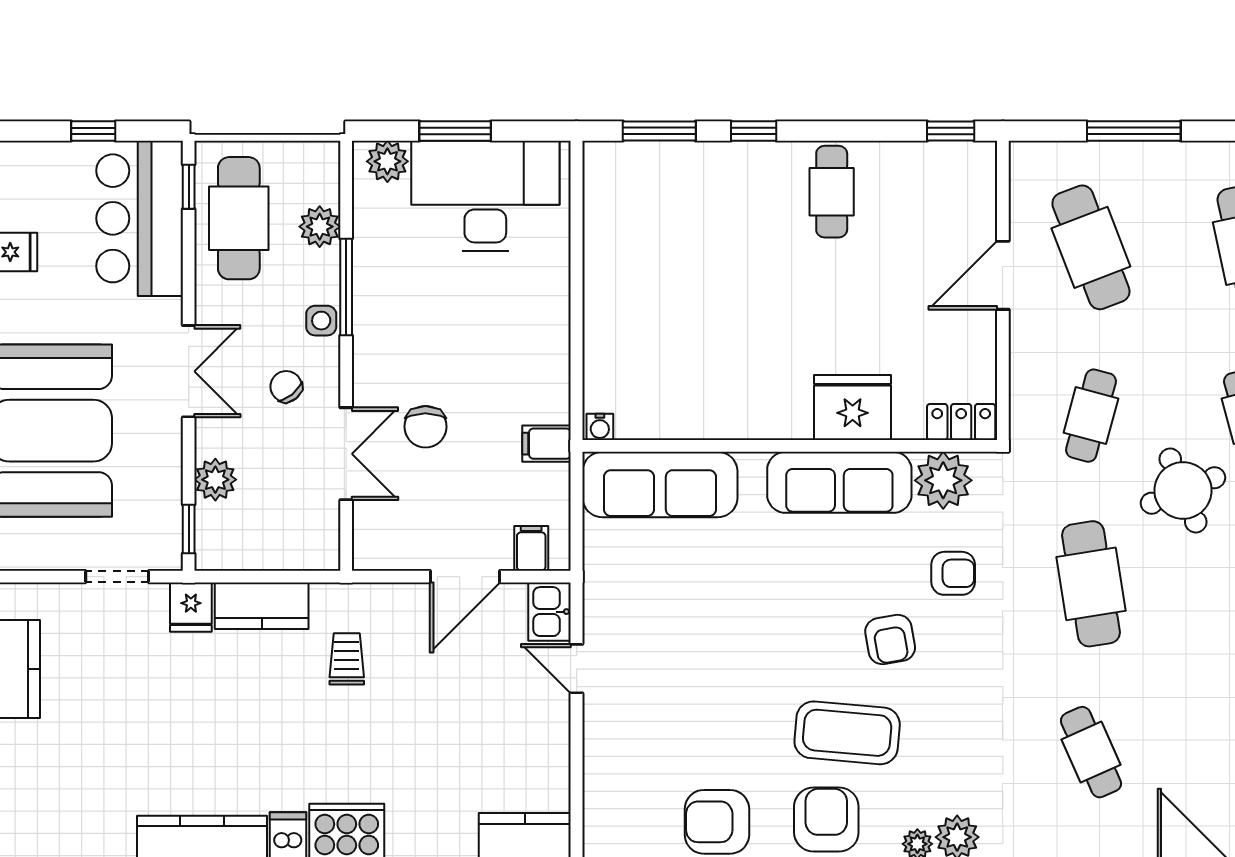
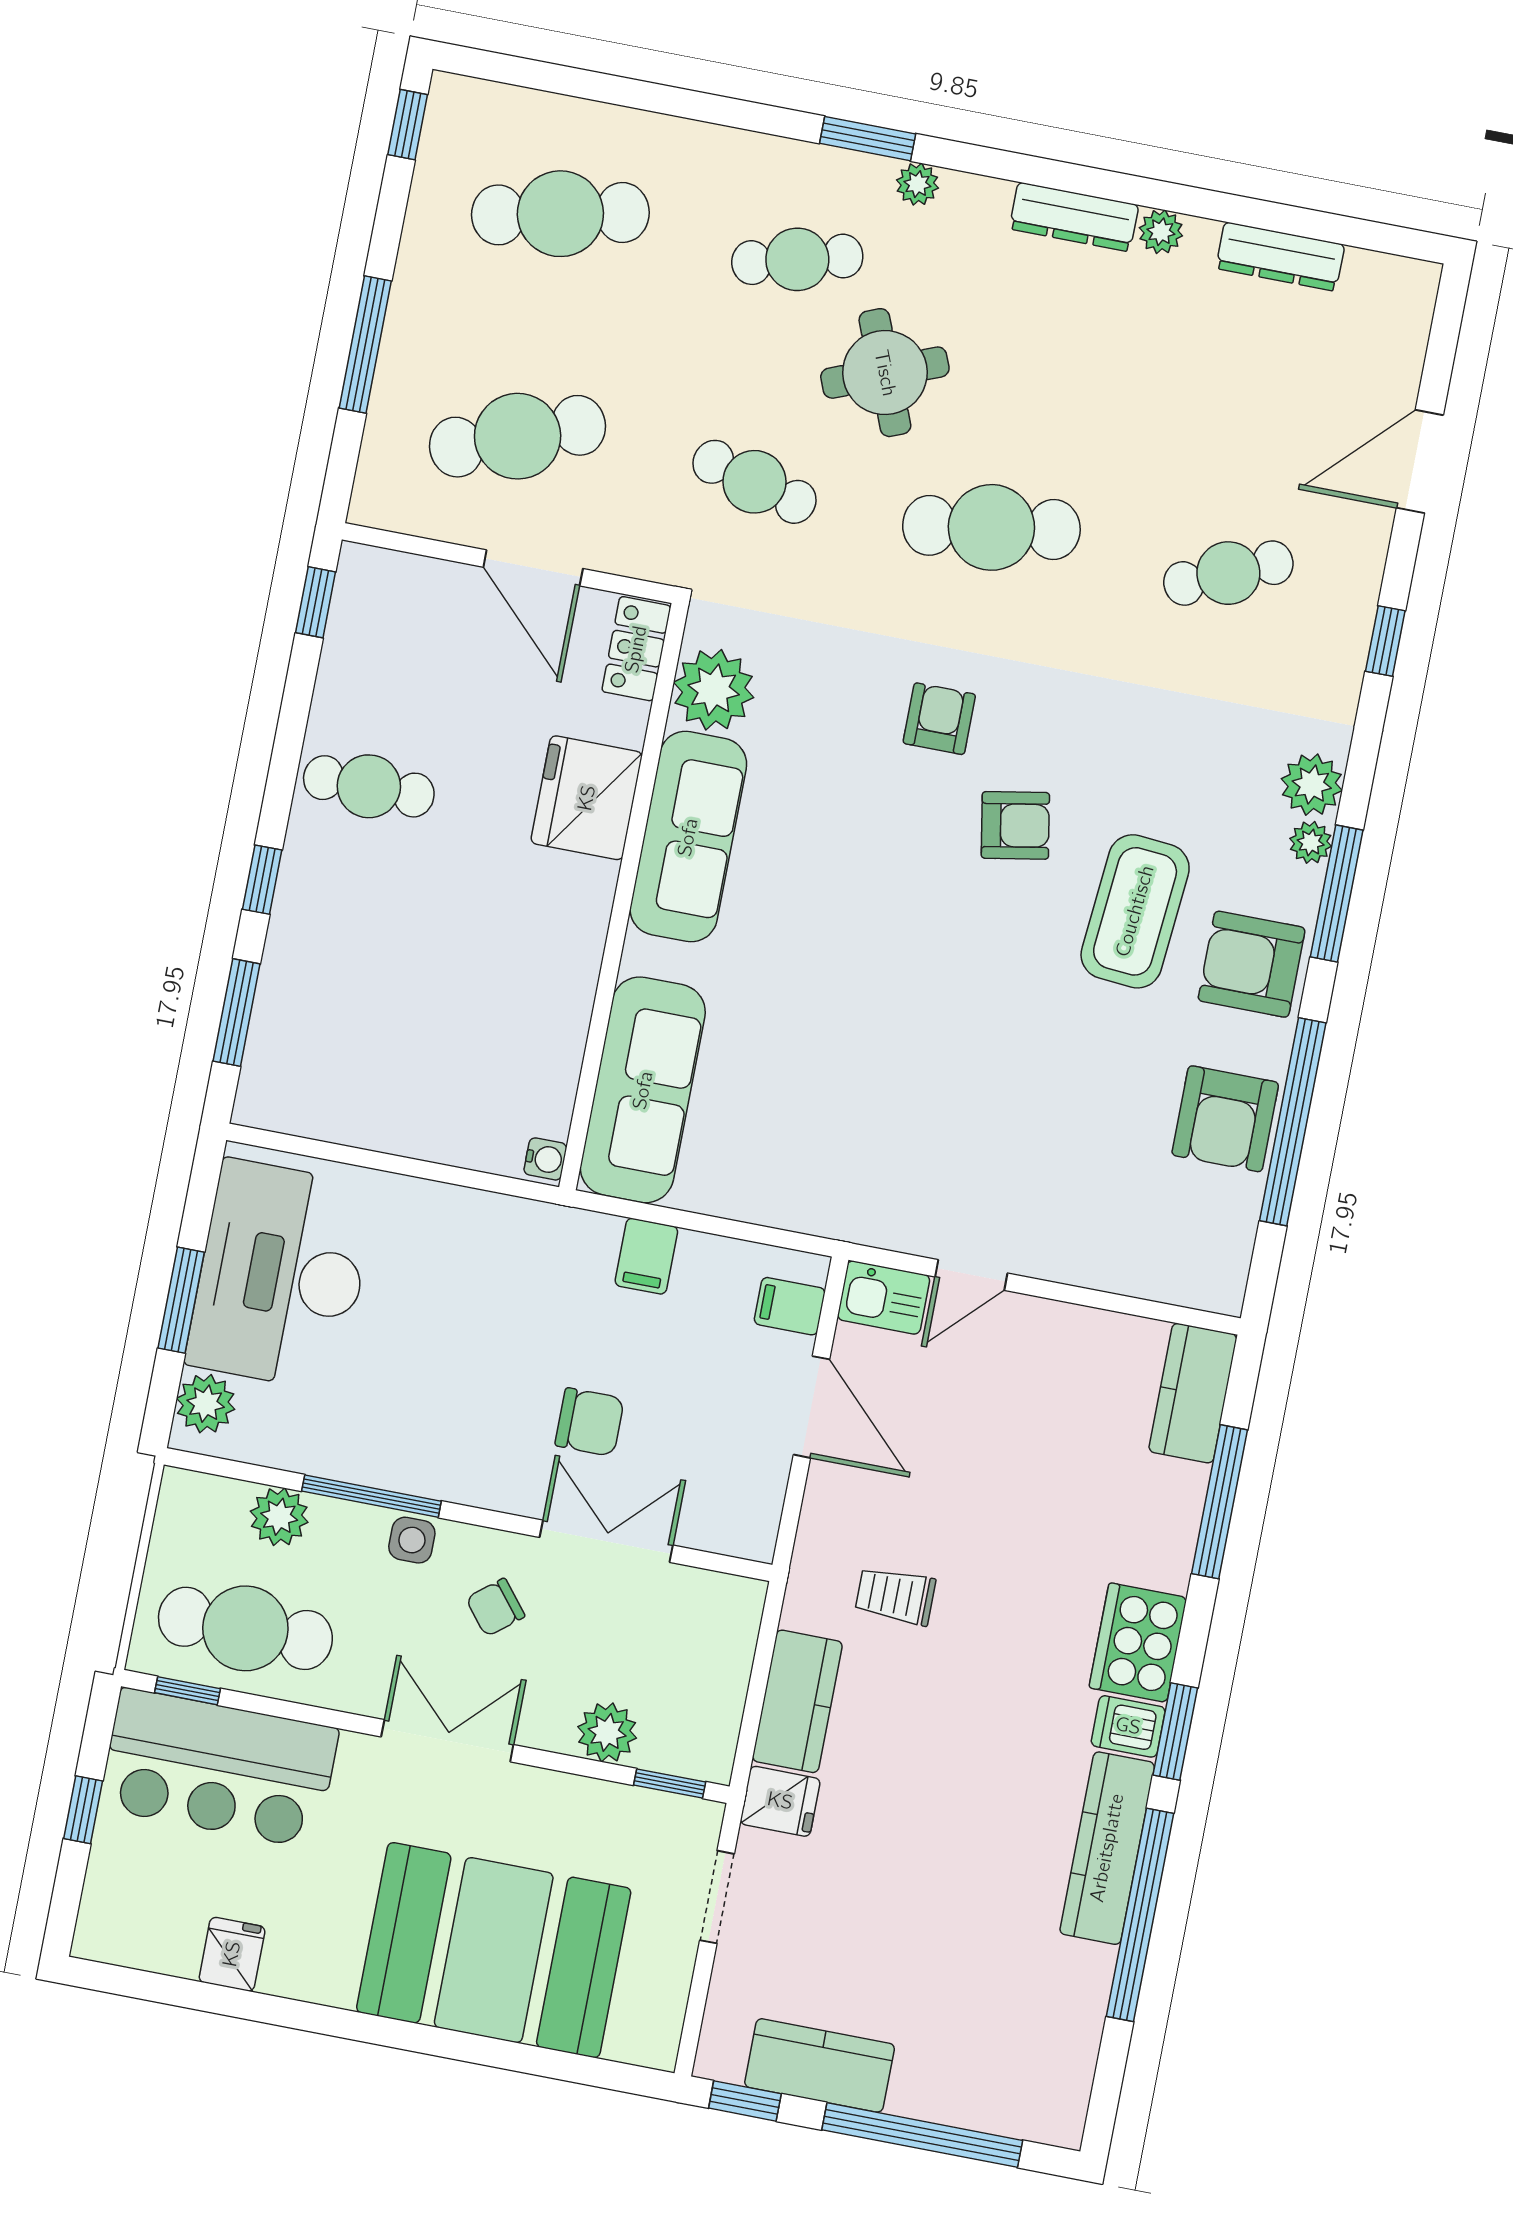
fridge: (853, 408) -> (587, 798), moved
locker: (961, 422) -> (636, 649), moved
water cooler: (600, 427) -> (545, 1159), moved
wall: (790, 446) -> (624, 897), moved
plant: (943, 480) -> (714, 690), moved
sofa: (839, 482) -> (688, 837), moved
sofa: (660, 485) -> (643, 1090), moved

